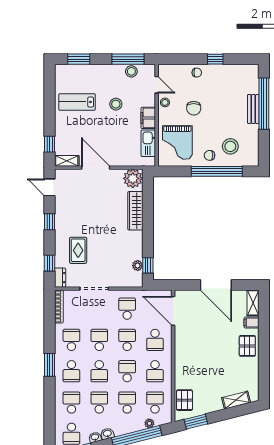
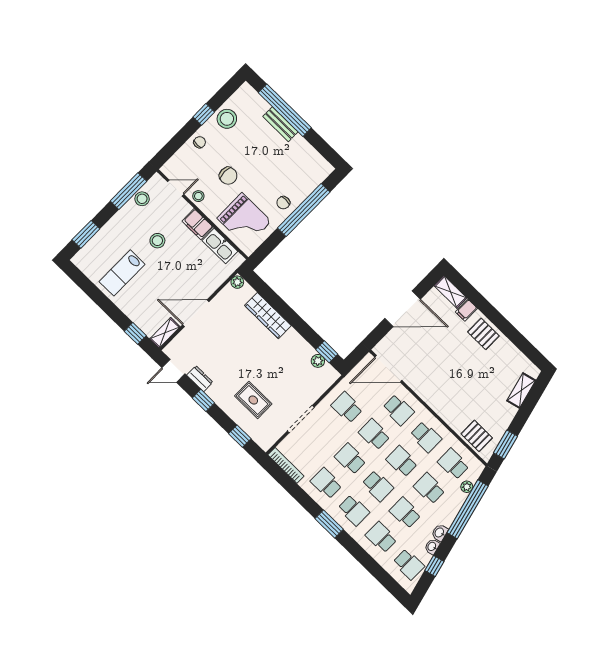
stool: (230, 146) -> (227, 119), moved
plant: (133, 178) -> (237, 282), width x0.53, depth x0.53
dresser: (60, 278) -> (200, 379), moved

